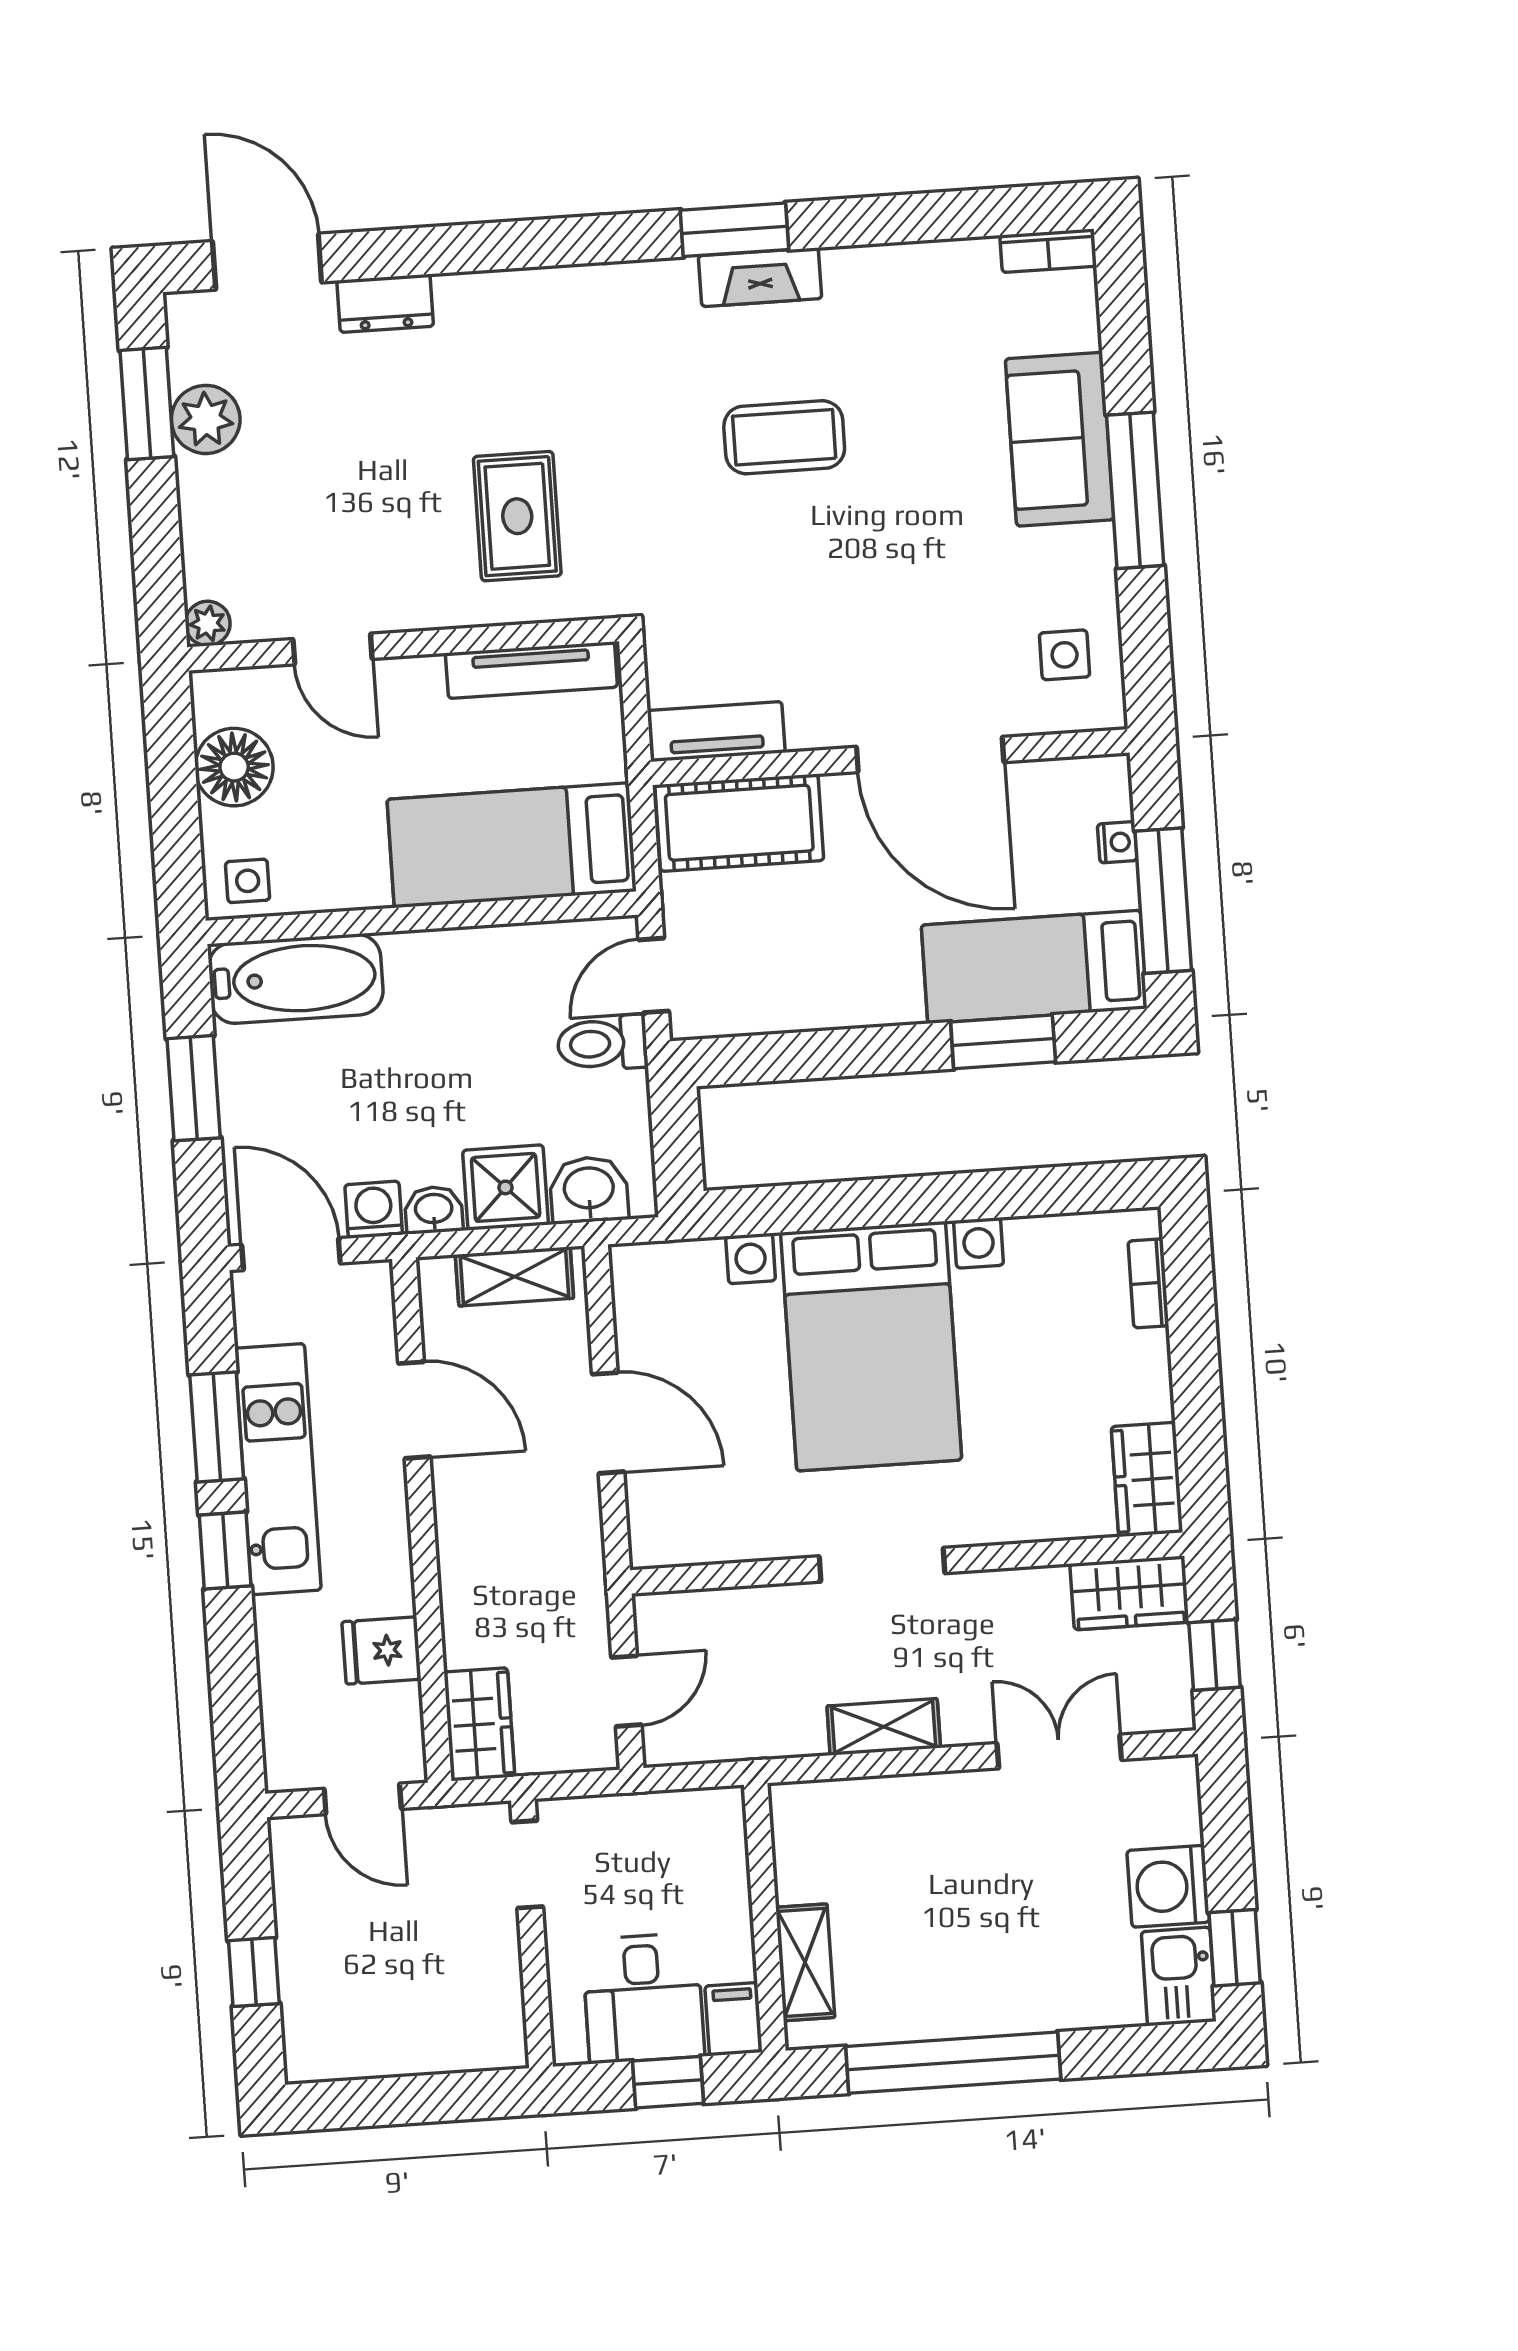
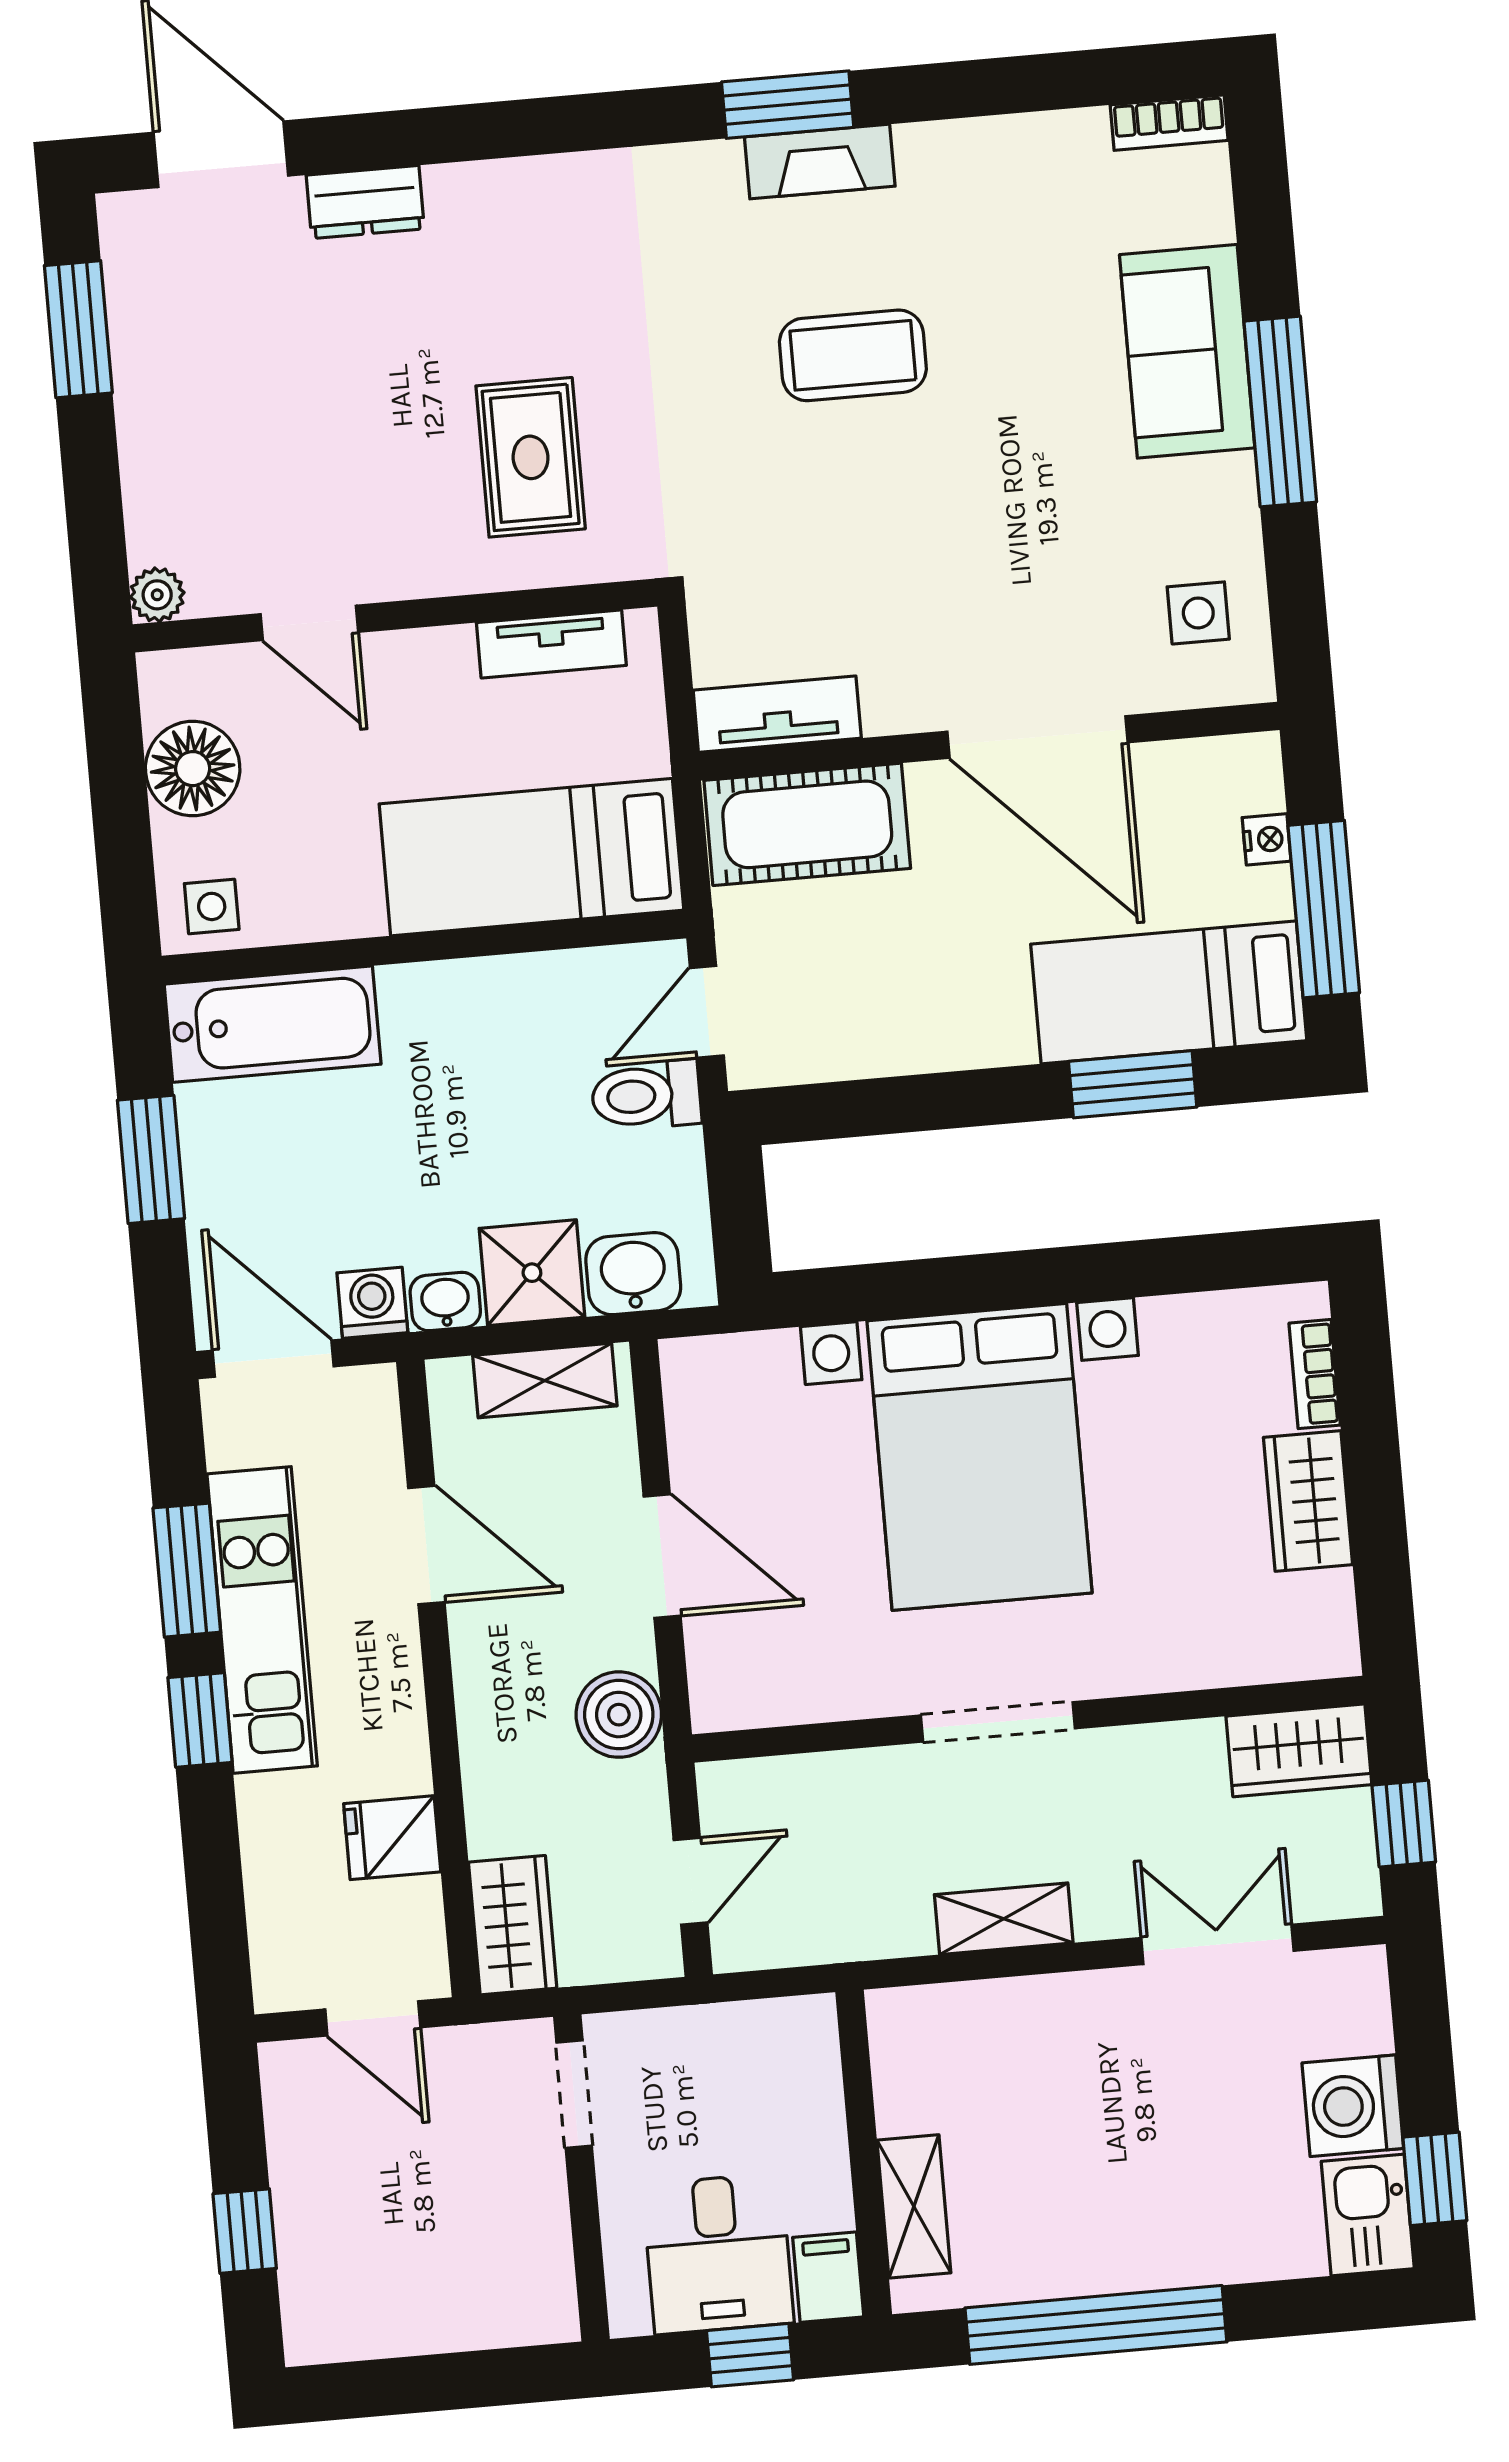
plant: (206, 419) -> (150, 347), removed
tv unit: (531, 670) -> (551, 644), width x0.71
wardrobe: (1147, 1479) -> (1308, 1501), moved
boiler: (570, 1553) -> (619, 1715), added

